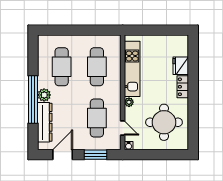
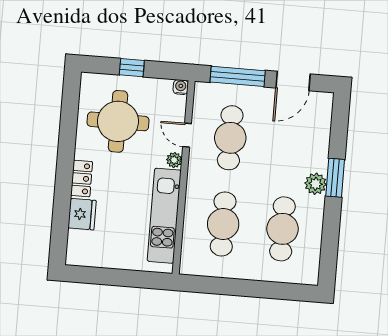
window: (33, 99) -> (335, 178), width x0.47
dresser: (45, 122) -> (318, 138), removed
door: (123, 128) -> (187, 135), moved
window: (95, 155) -> (238, 76), width x1.44
window: (158, 155) -> (132, 68), added

